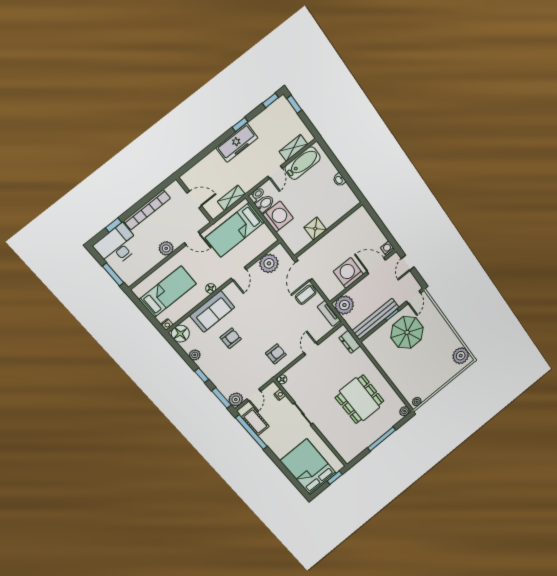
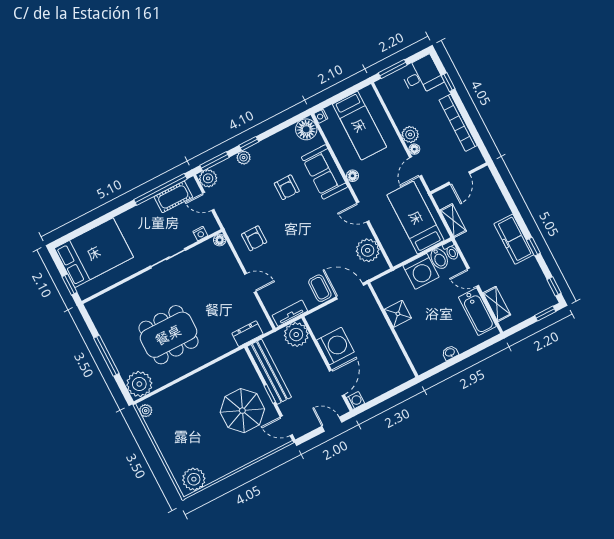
floor lamp: (178, 242) -> (414, 149), added
desk: (117, 246) -> (422, 76), width x0.73
plant: (195, 355) -> (244, 158), moved
plant: (405, 411) -> (139, 384), width x1.87, depth x1.87

